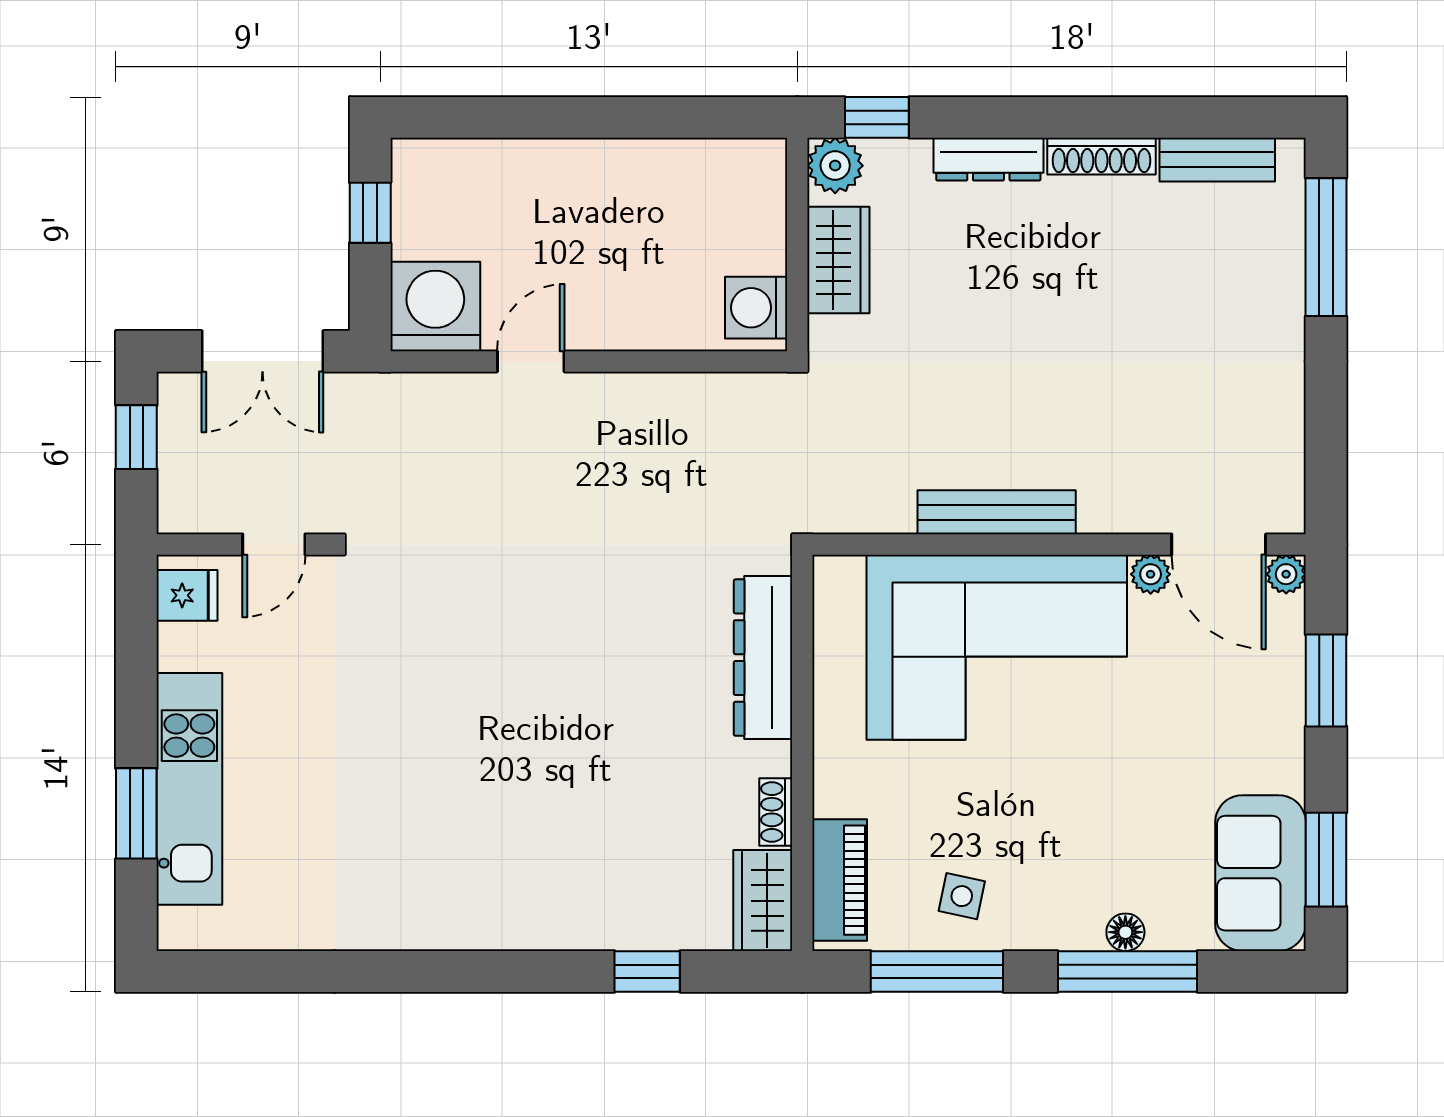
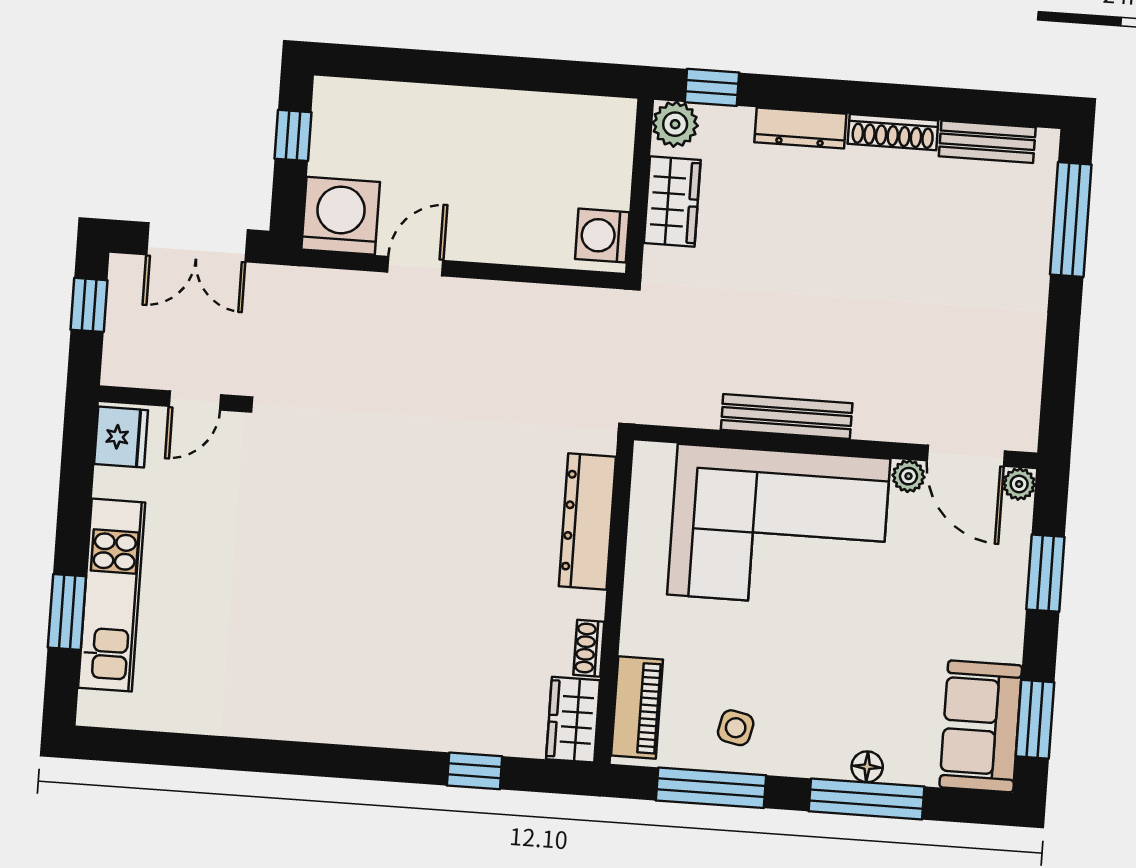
fridge: (187, 595) -> (121, 437), width x1.38

